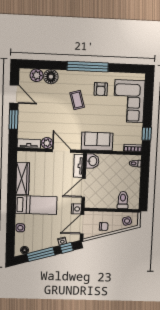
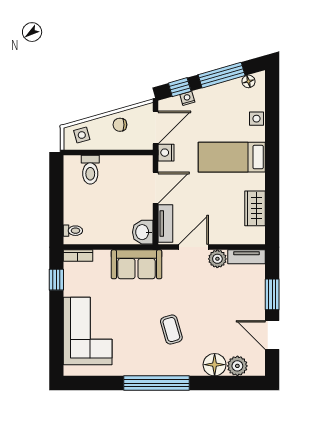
armchair: (101, 89) -> (134, 348), removed
door: (61, 151) -> (194, 247), swing flipped
wardrobe: (23, 179) -> (255, 208), width x0.67

